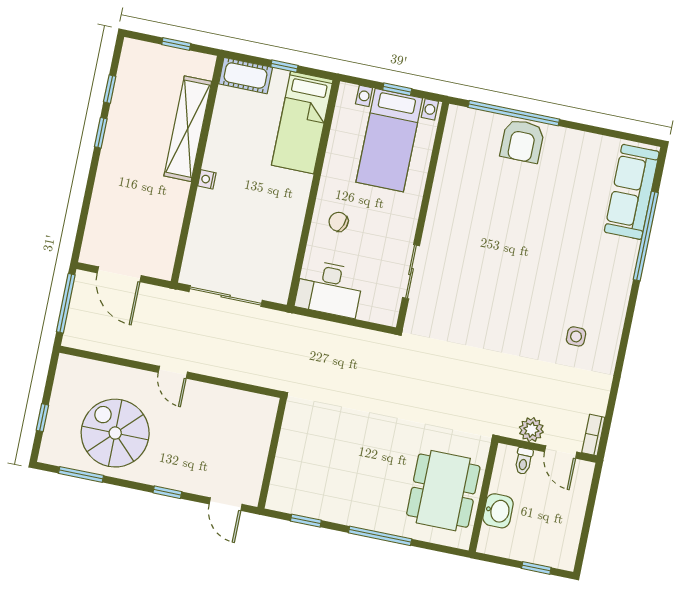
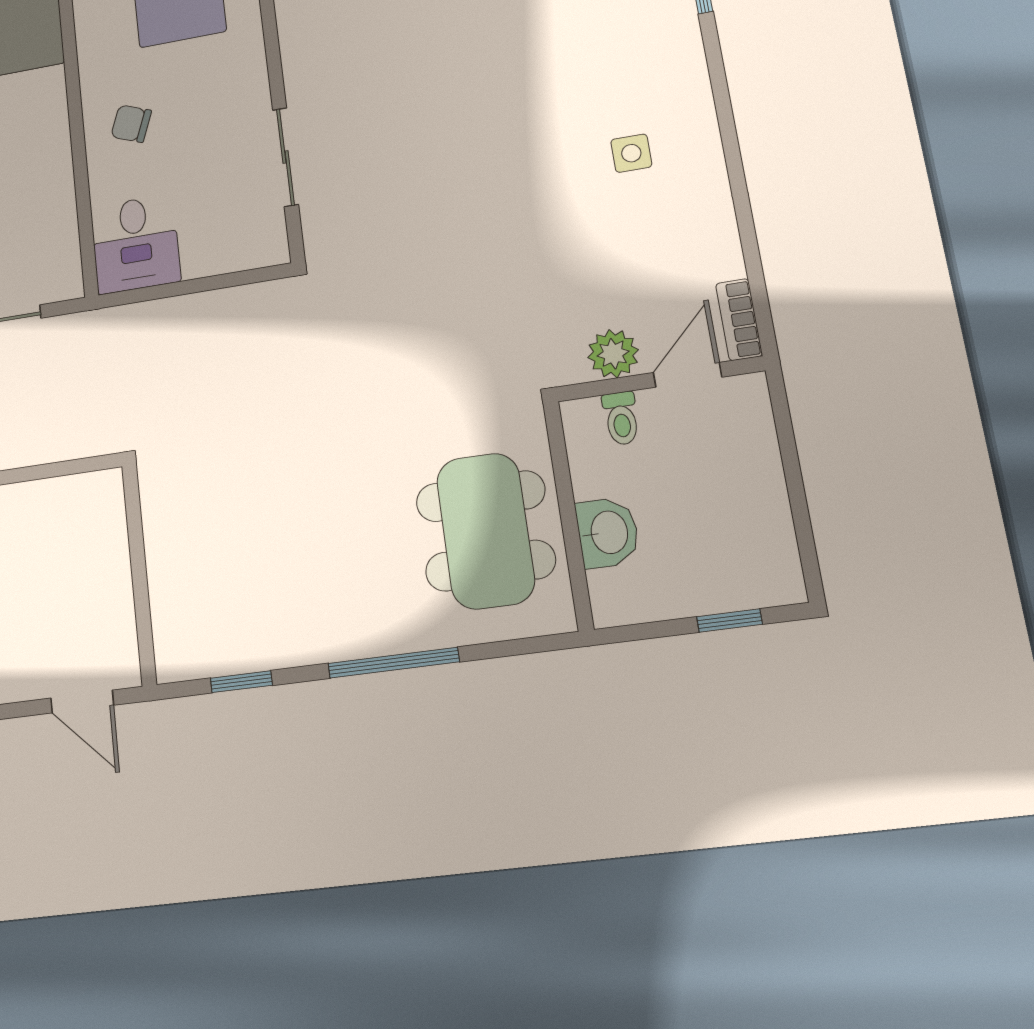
desk: (329, 289) -> (135, 244), width x0.73
door: (561, 452) -> (687, 375), swing flipped

